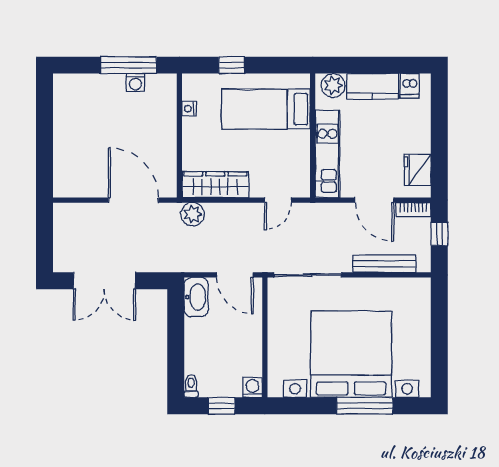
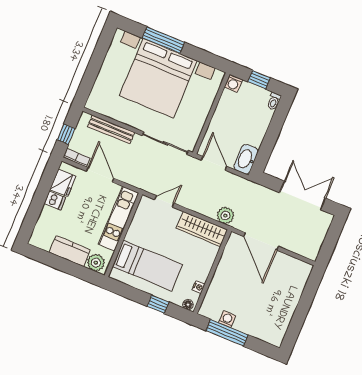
floor lamp: (193, 81) -> (188, 305), added
dishwasher: (410, 86) -> (55, 200), moved, turned 90

